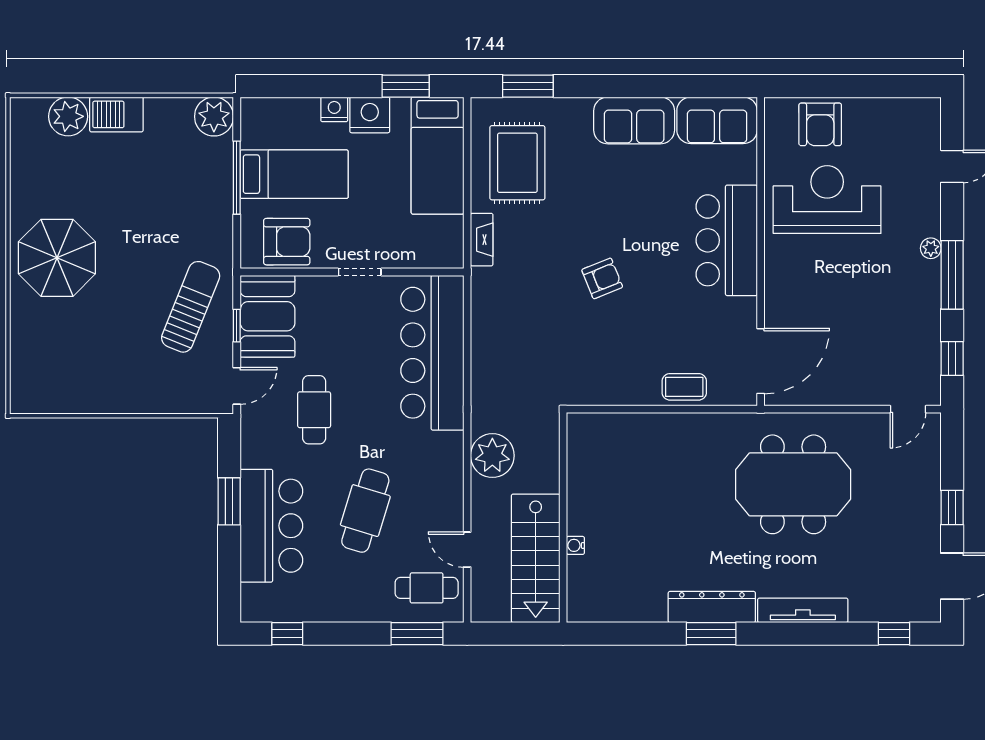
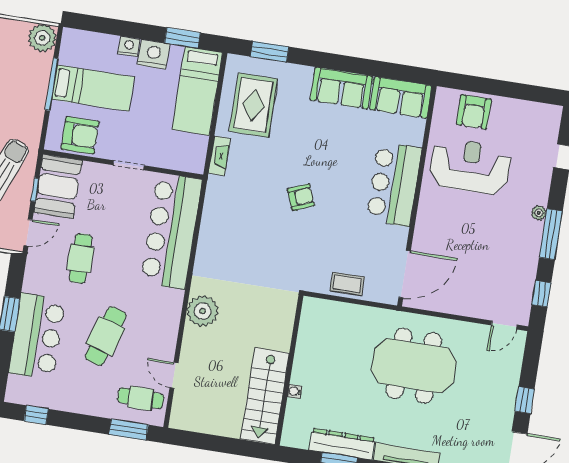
wall: (563, 518) -> (289, 370), moved
water cooler: (575, 545) -> (295, 391), moved
stairs: (536, 558) -> (265, 396), moved

